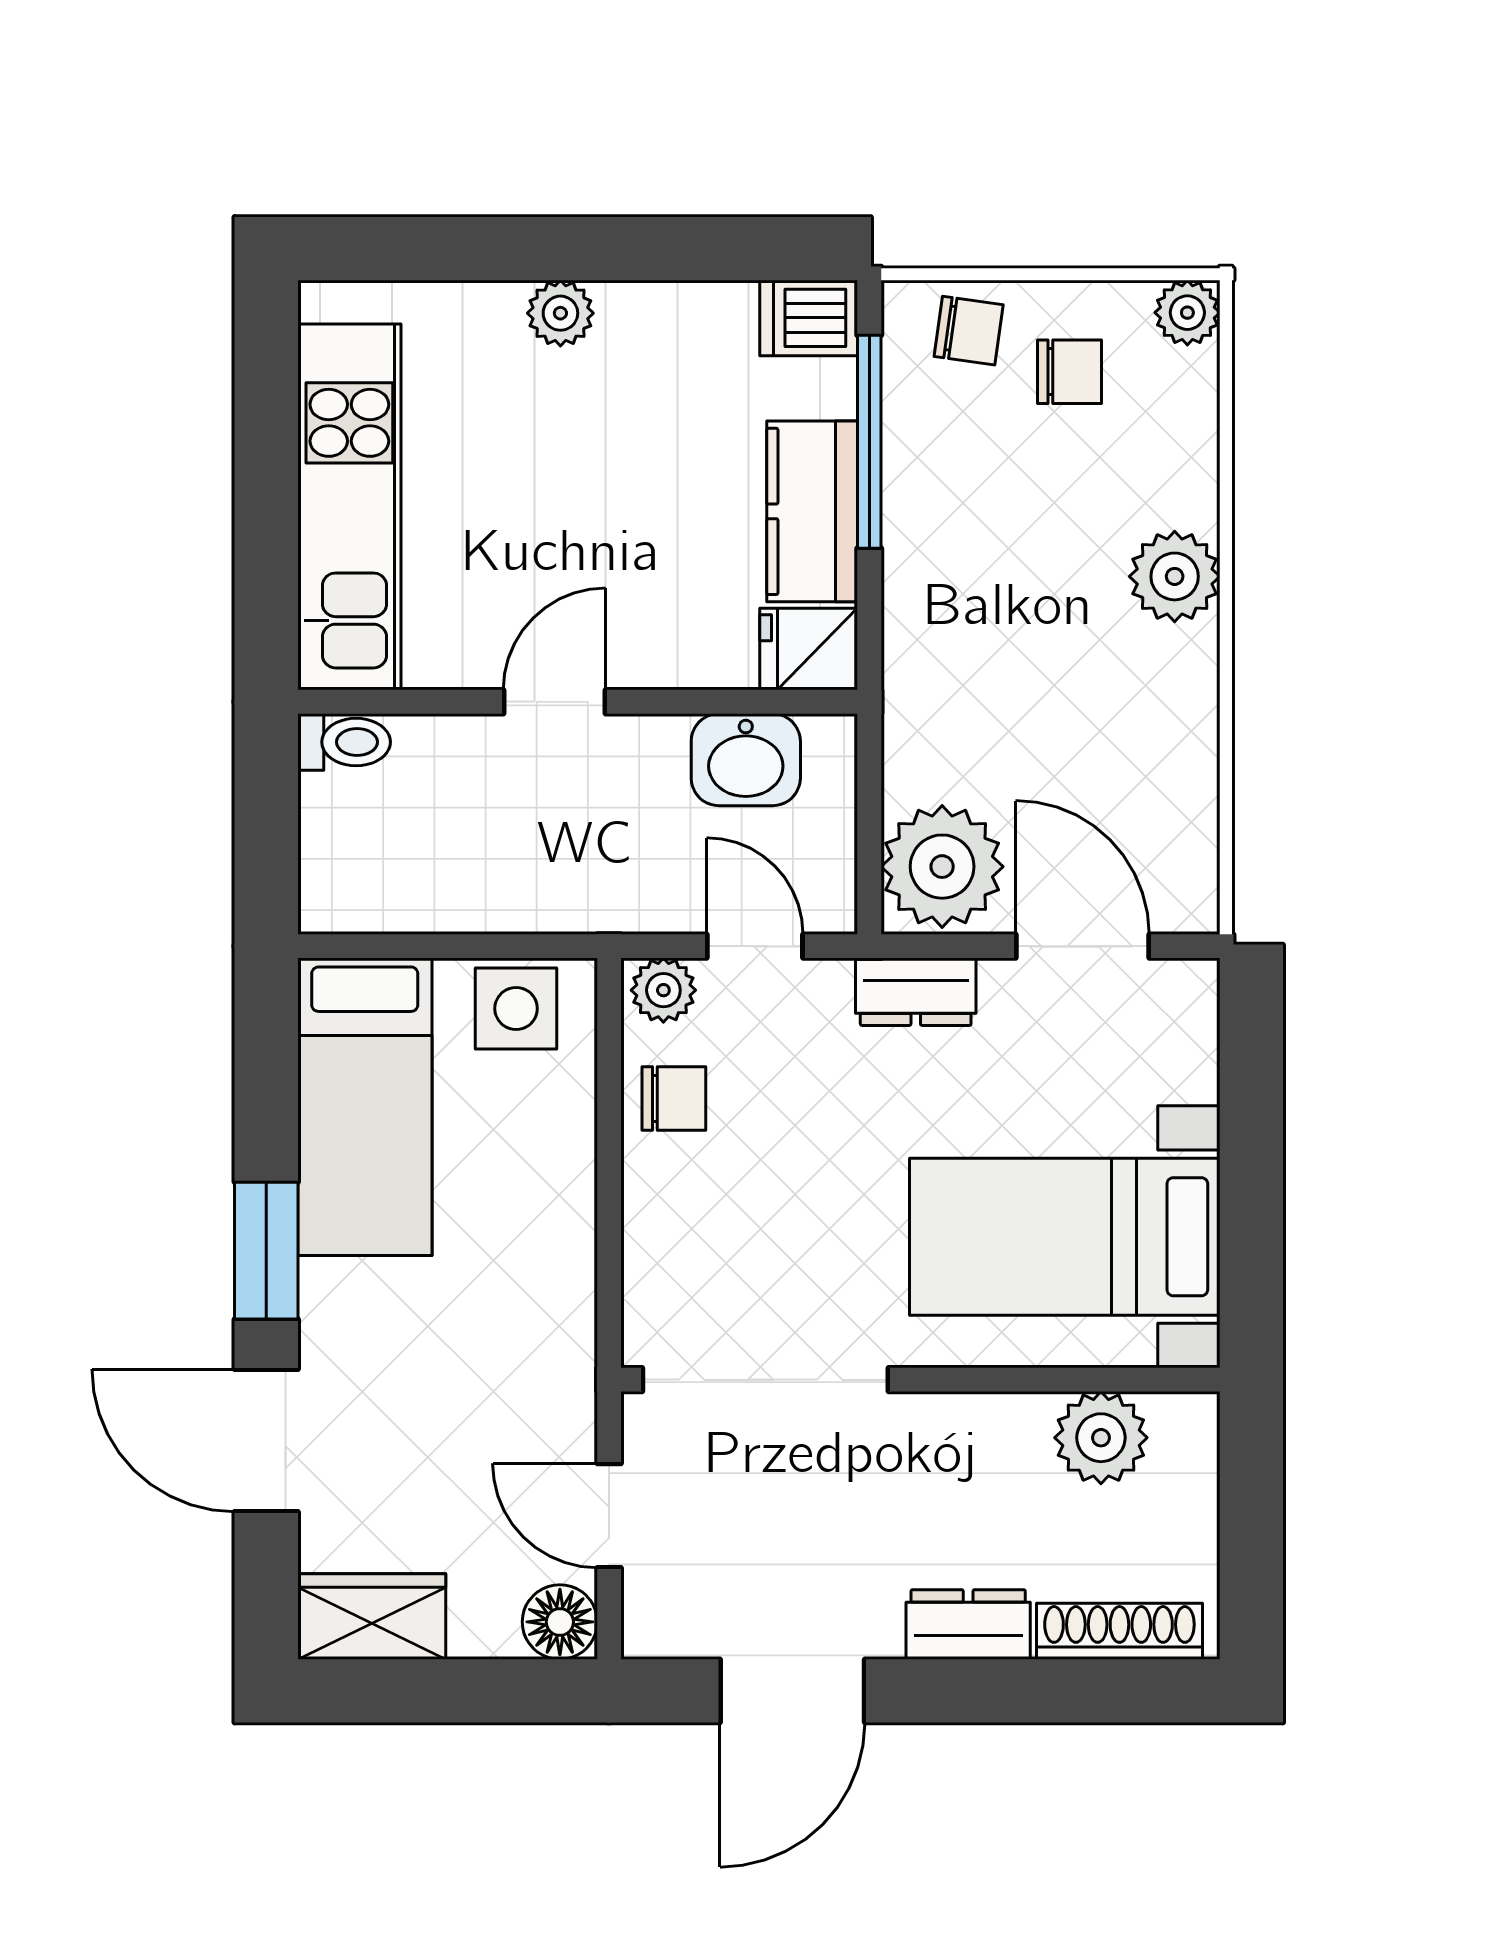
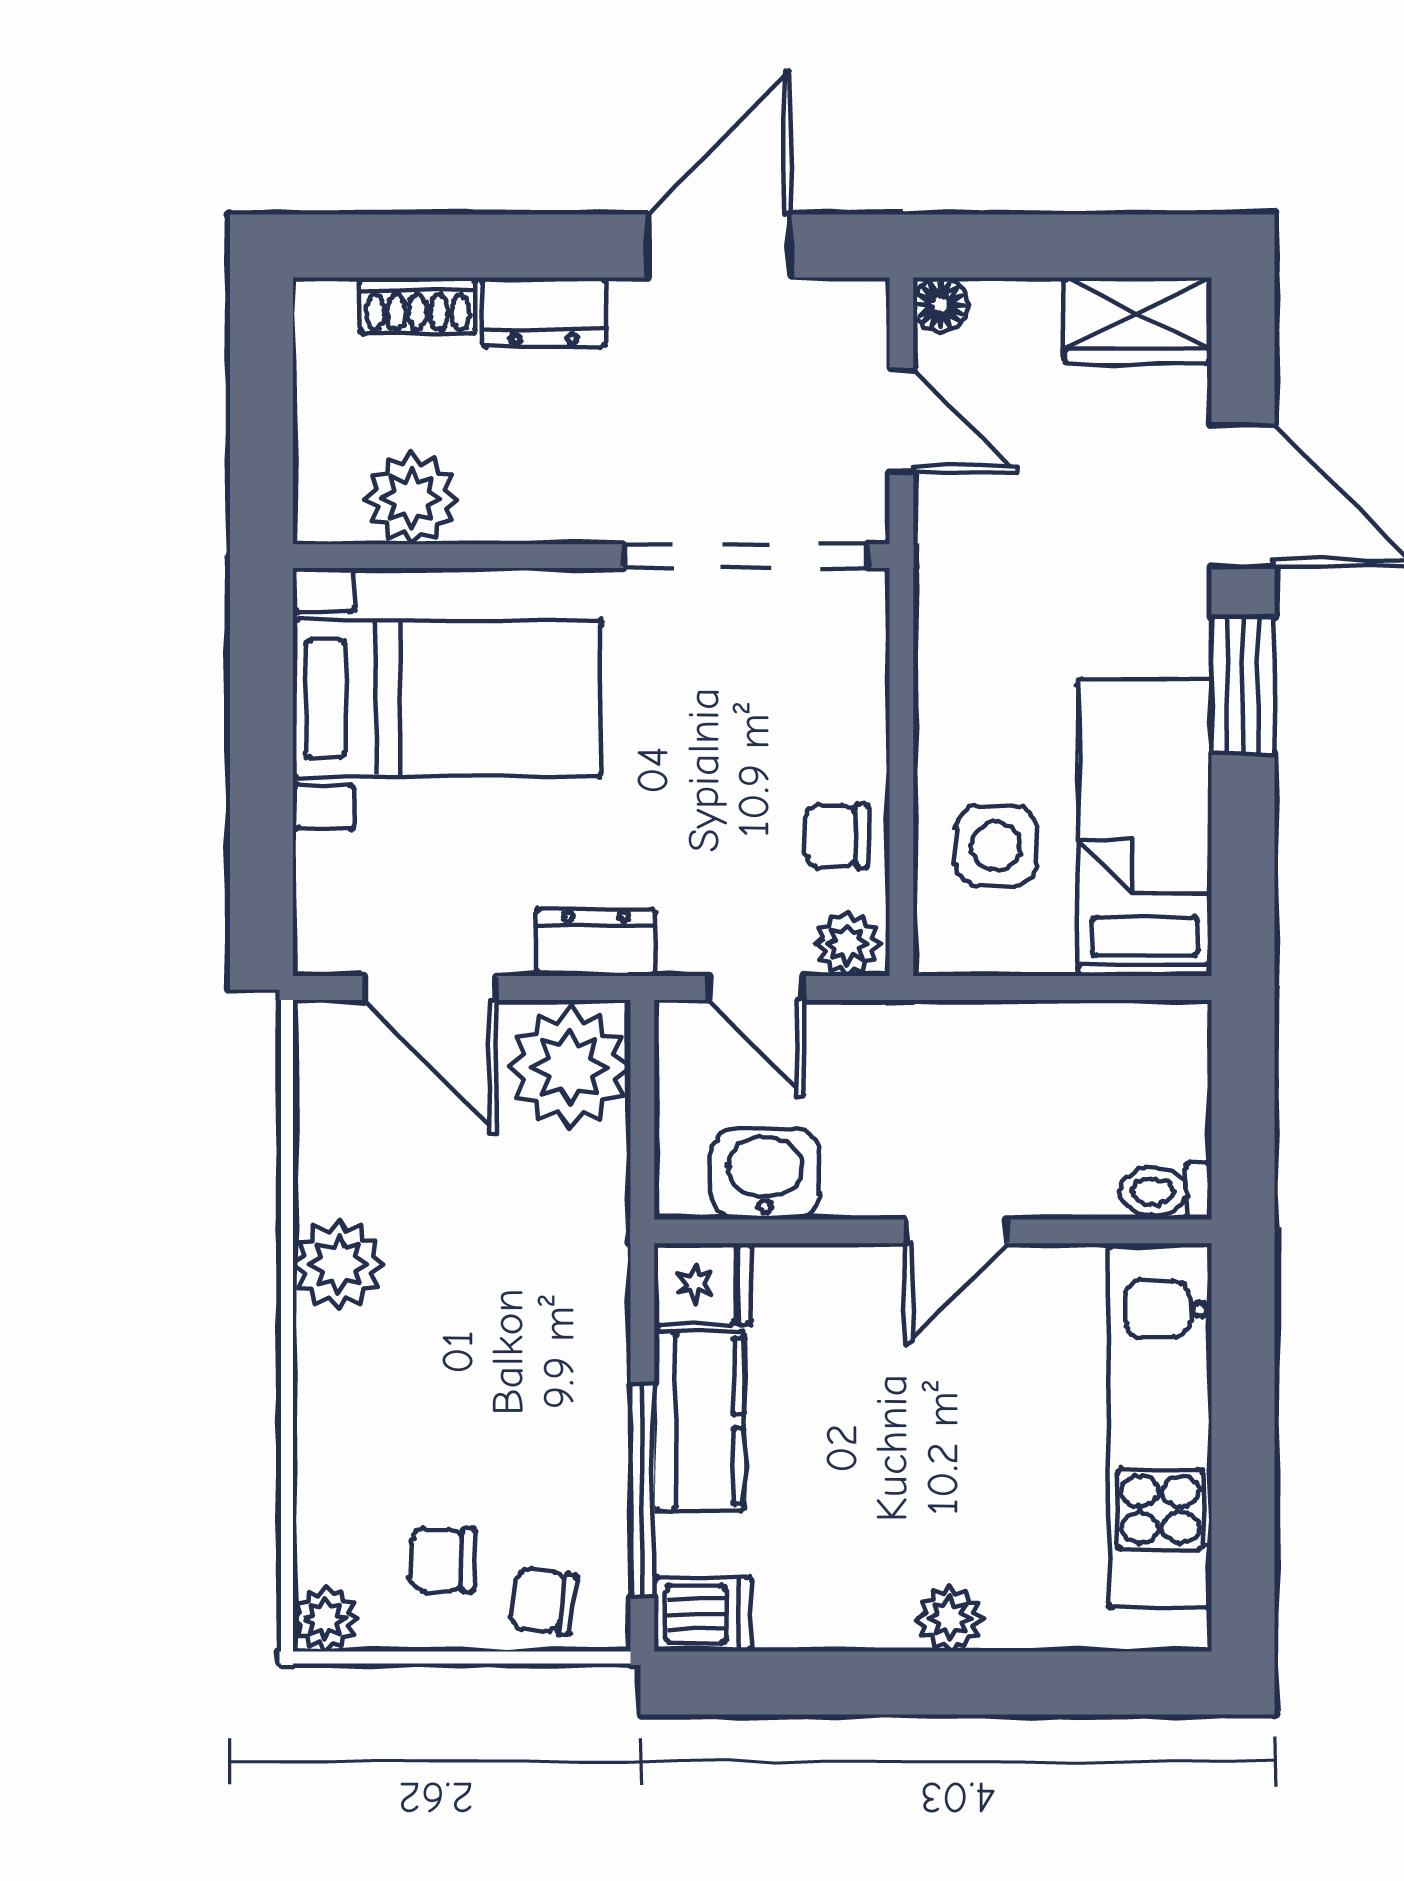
plant: (1175, 576) -> (338, 1264), moved
side table: (516, 1009) -> (996, 846), moved
floor lamp: (560, 1622) -> (940, 305), width x0.73, depth x0.73
shoe rack: (1119, 1631) -> (418, 305), width x0.70

